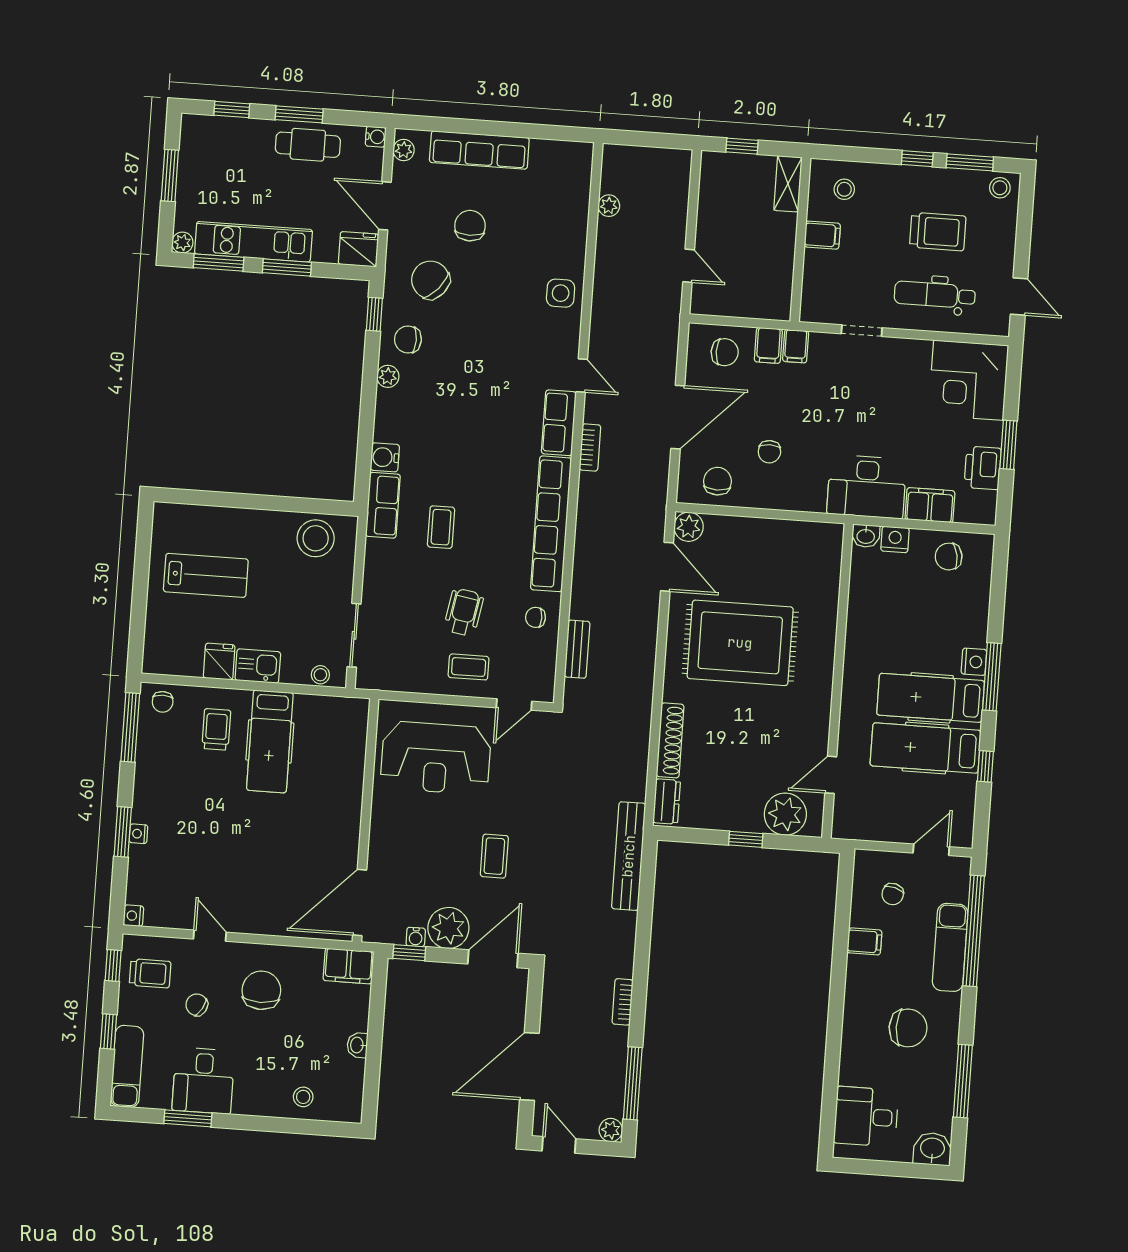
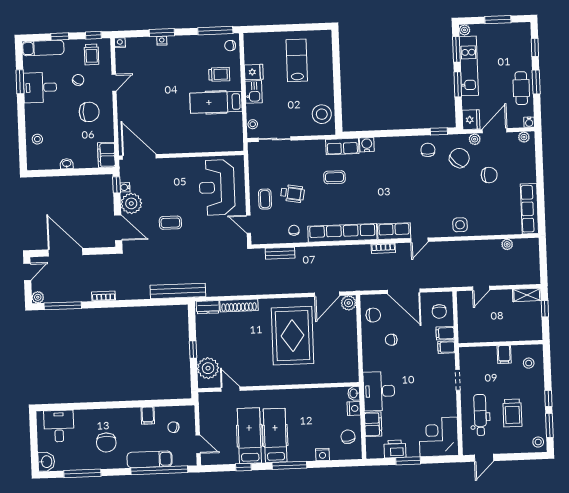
row of seats: (479, 150) -> (529, 209), moved
shelving: (788, 184) -> (527, 295), moved
plant: (388, 376) -> (475, 139), moved
lab bench: (206, 575) -> (297, 60), turned 180
nightstand: (974, 662) -> (322, 454), moved

